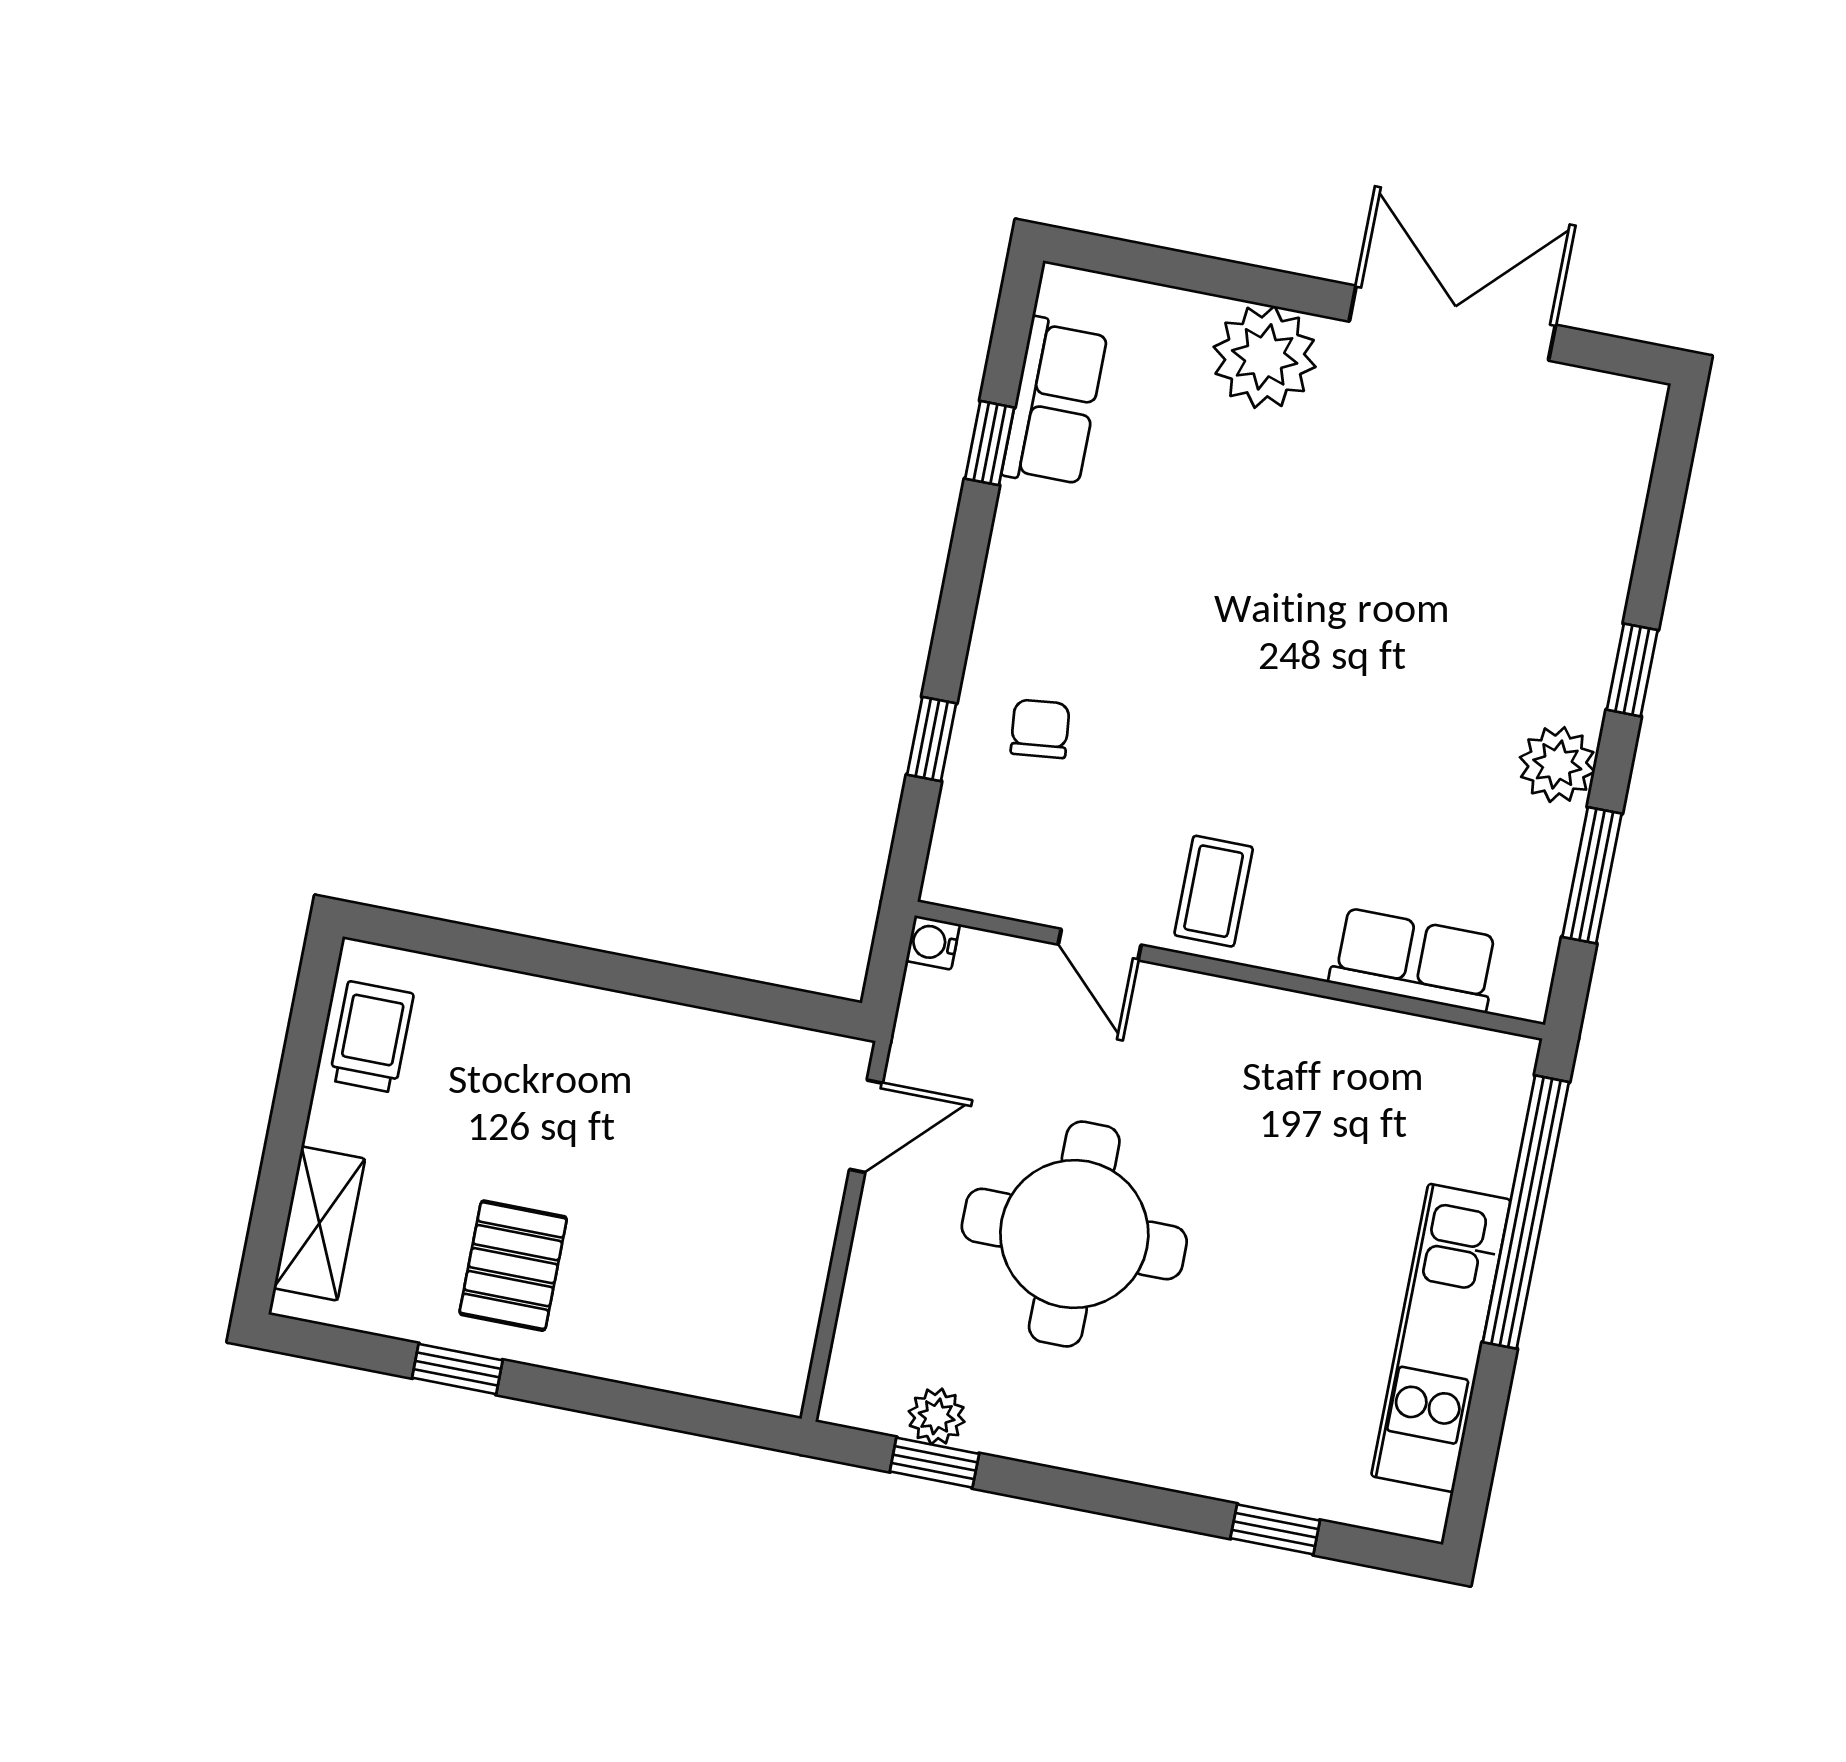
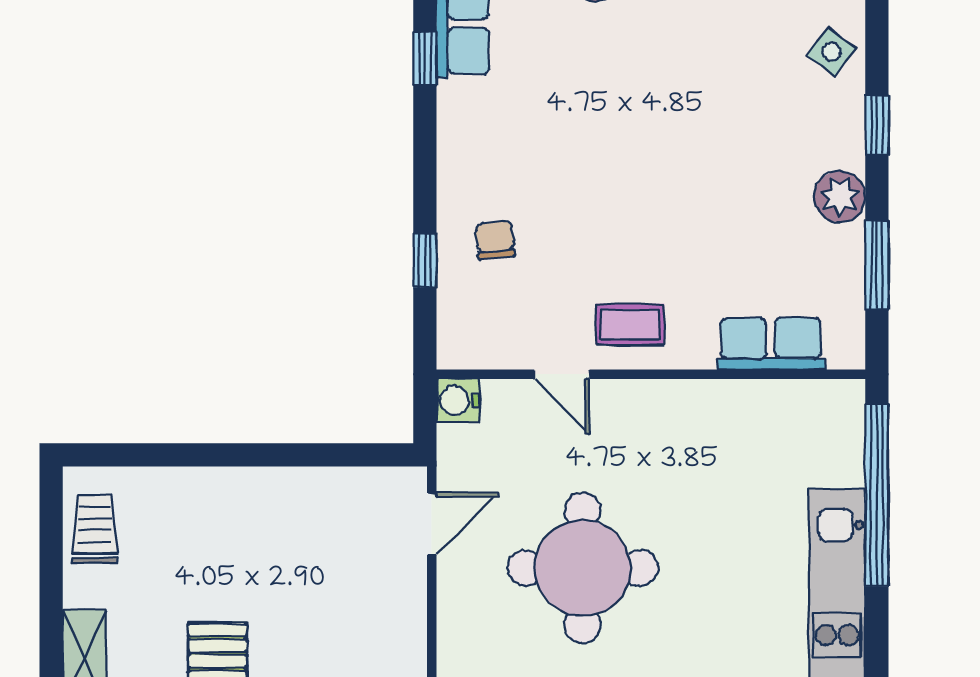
side table: (1587, 550) -> (832, 52), added
coffee table: (1214, 891) -> (630, 324), turned 90
water cooler: (933, 943) -> (458, 400), width x1.38, depth x1.38

